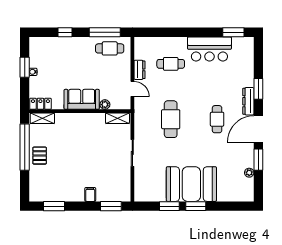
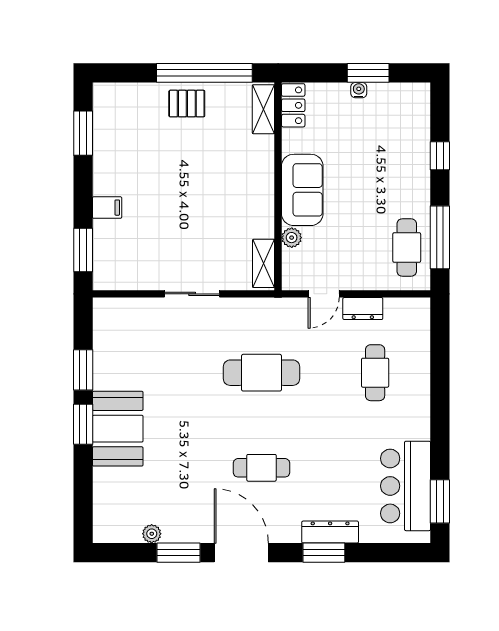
bar counter: (209, 49) -> (406, 486), moved
dresser: (248, 101) -> (330, 532), moved
booth: (191, 184) -> (118, 429), width x0.73, depth x0.70

